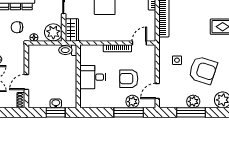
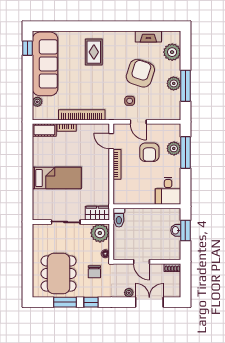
desk: (93, 77) -> (168, 191), moved
door: (26, 82) -> (142, 262), moved
door: (157, 91) -> (138, 122), moved

